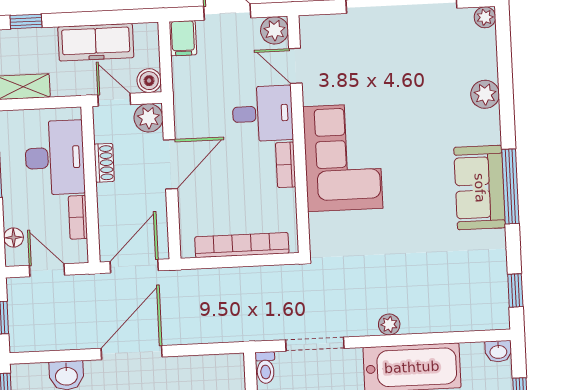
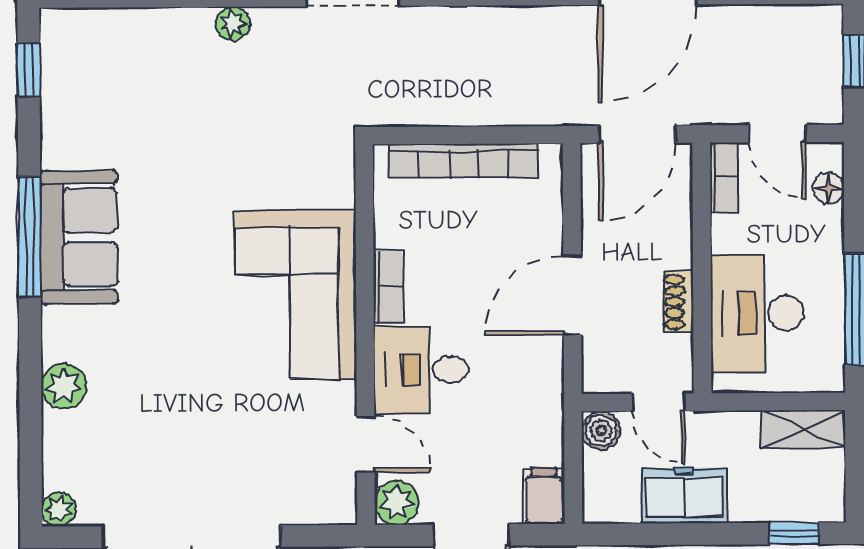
freezer: (96, 42) -> (684, 496), width x0.71
plant: (149, 118) -> (604, 371), removed
bookcase: (78, 217) -> (724, 177), moved

